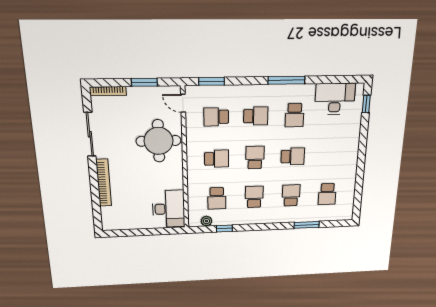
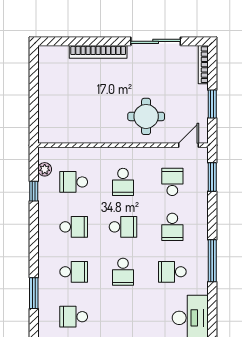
round table: (159, 141) -> (146, 116), width x0.73, depth x0.73
desk: (169, 209) -> (62, 125), removed

